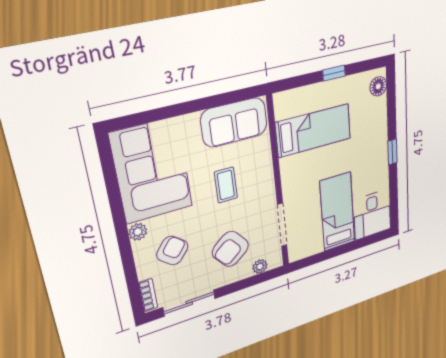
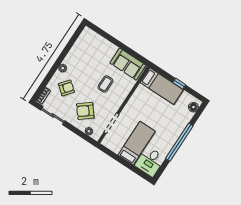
bed: (314, 131) -> (162, 86), moved
window: (392, 152) -> (179, 142), width x3.17
corner sofa: (152, 171) -> (87, 52), removed

